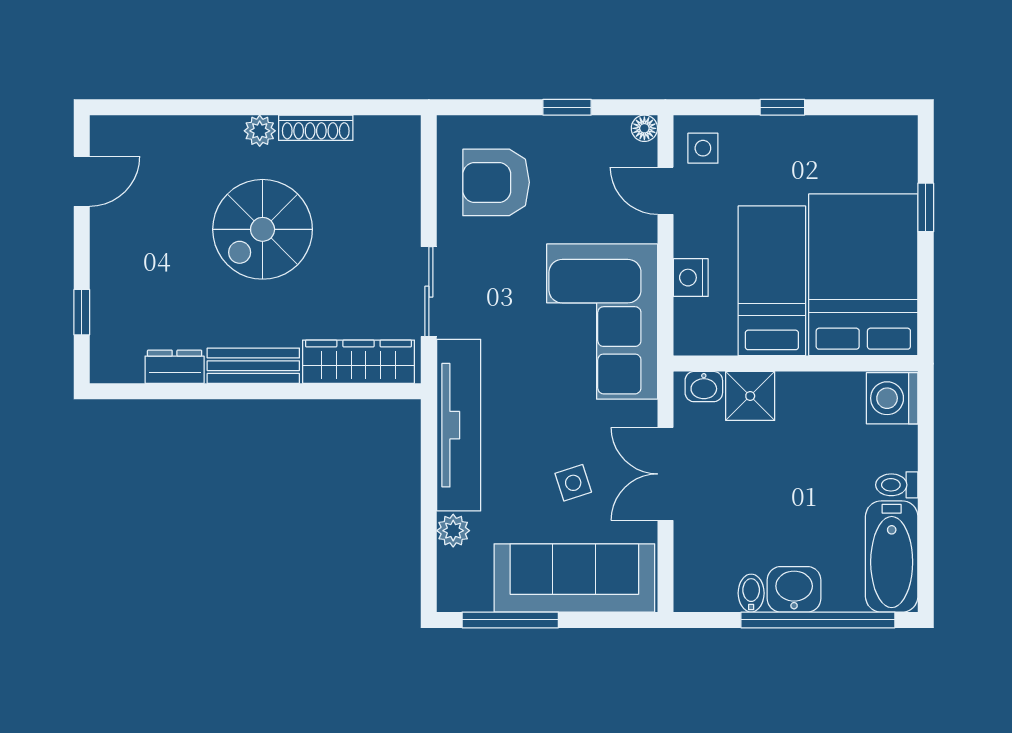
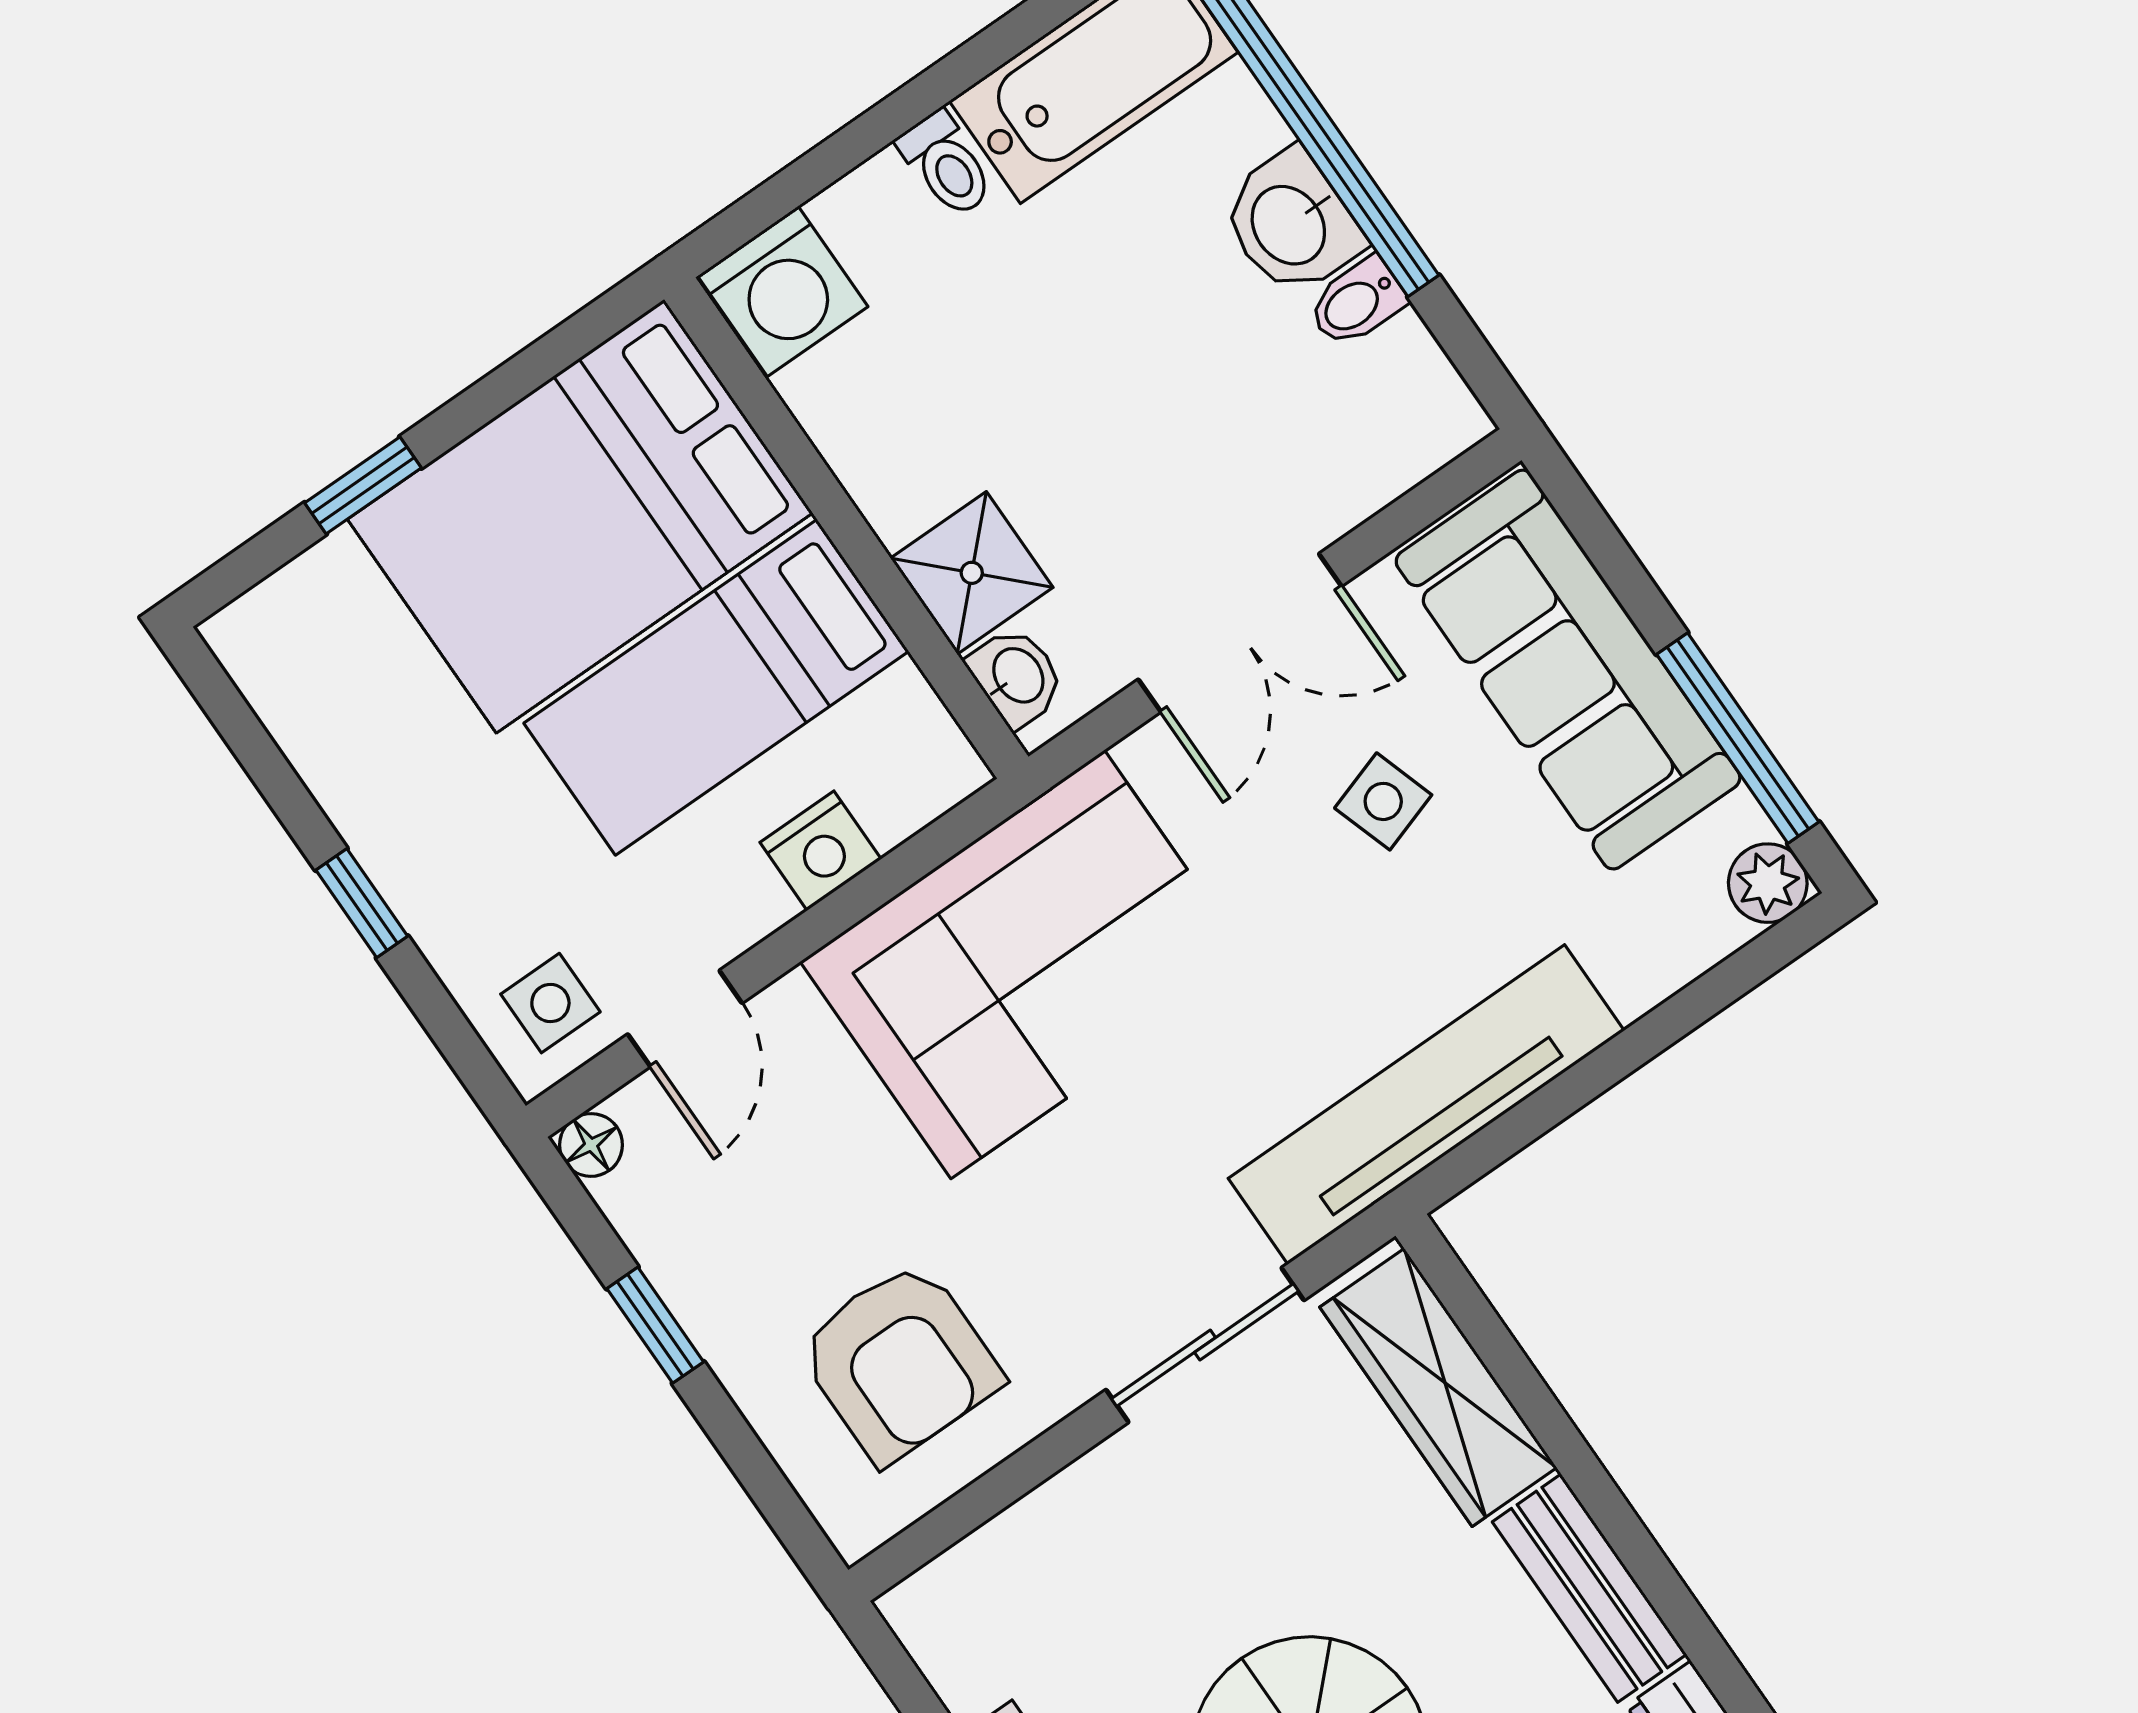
plant: (453, 531) -> (1768, 883), moved

